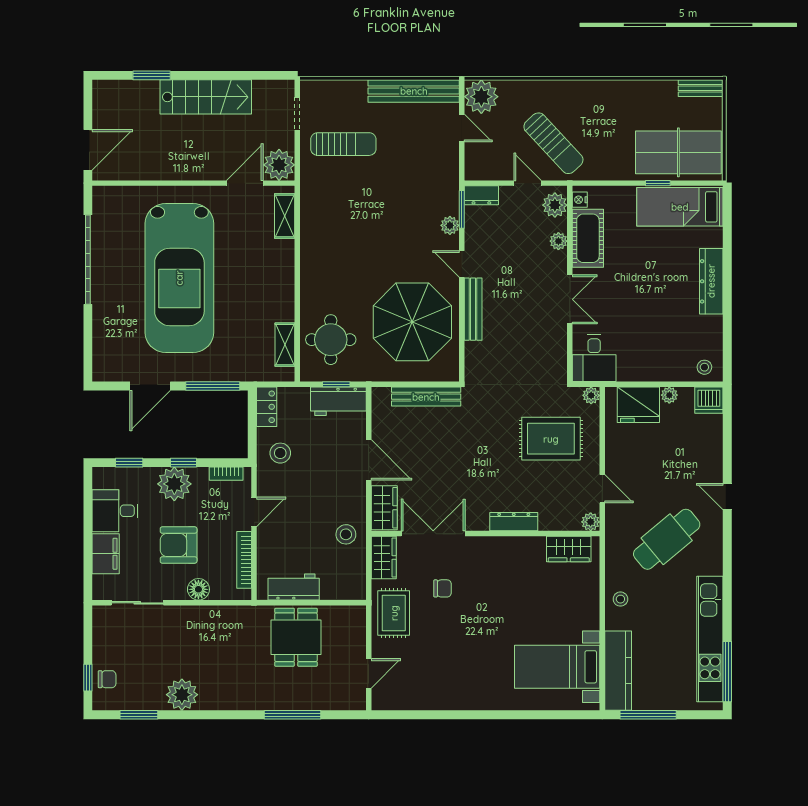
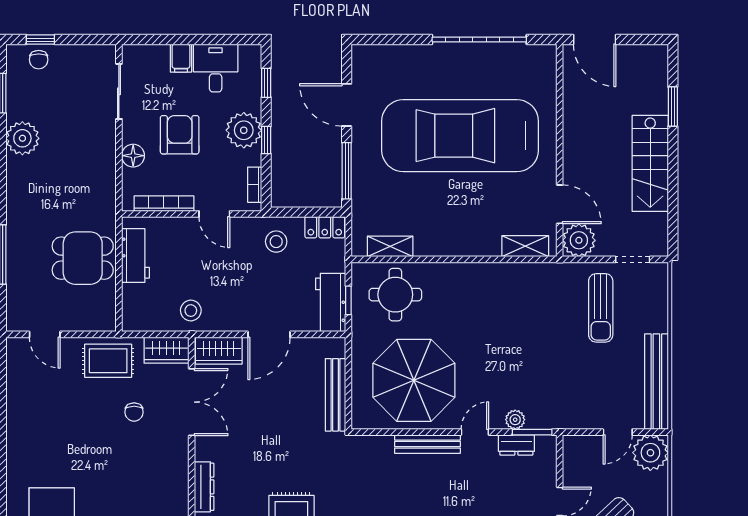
dresser: (481, 195) -> (516, 445), moved, turned -90
filing cabinet: (106, 554) -> (181, 58), width x0.50

